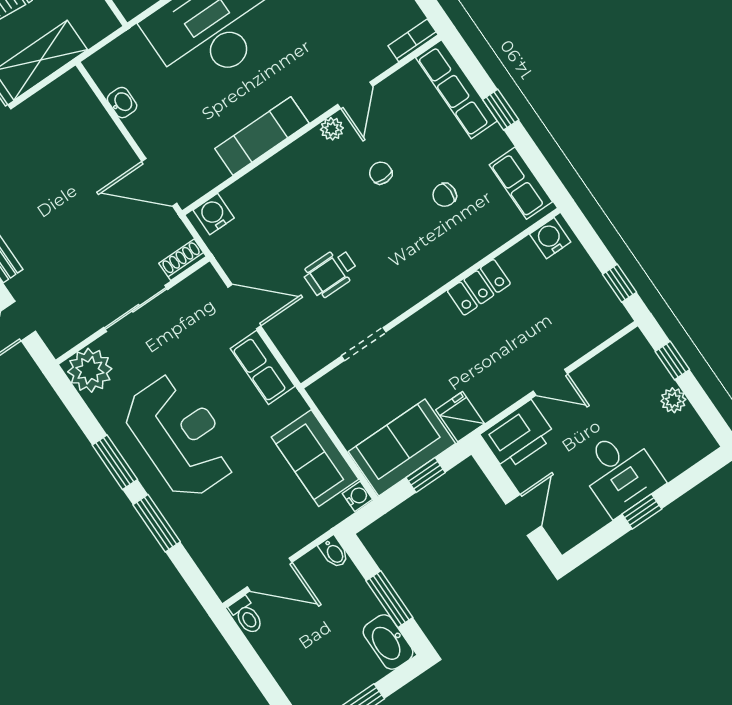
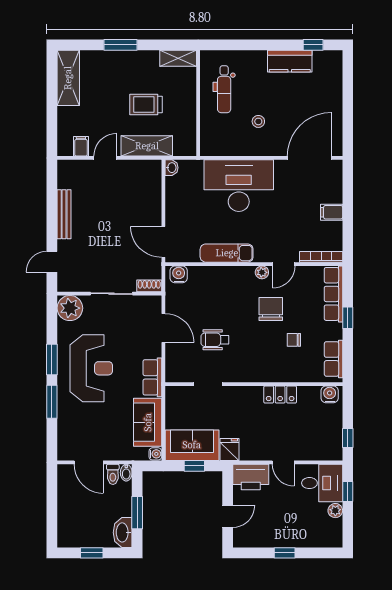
bookcase: (413, 40) -> (321, 257), width x1.56
washbasin: (122, 103) -> (171, 168), moved
chair: (381, 173) -> (271, 309), width x1.87, depth x1.87
row of seats: (263, 367) -> (152, 377), moved
desk: (620, 472) -> (322, 483), moved, turned -90
toilet: (247, 616) -> (113, 474), moved

